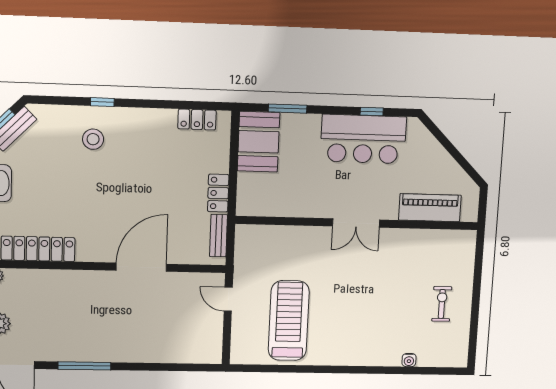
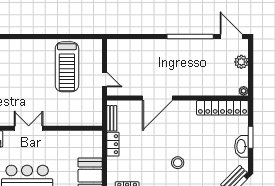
stool: (93, 139) -> (178, 163), moved
window: (84, 366) -> (190, 36), width x1.46

